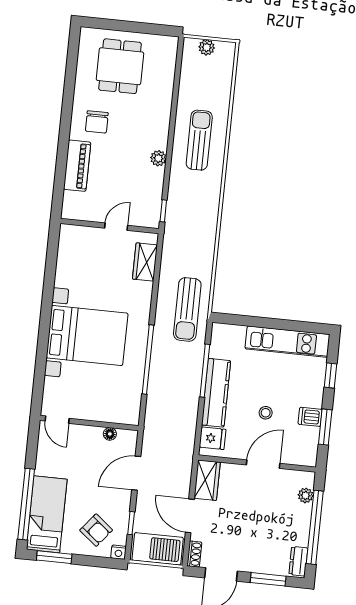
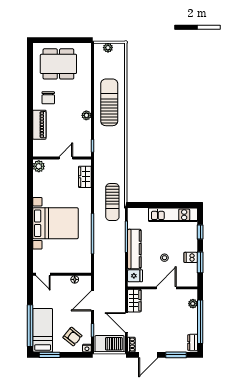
dining table: (120, 66) -> (58, 64), width x1.38
sun lounger: (199, 140) -> (109, 102), width x1.36, depth x1.34
plant: (69, 236) -> (39, 166), added

